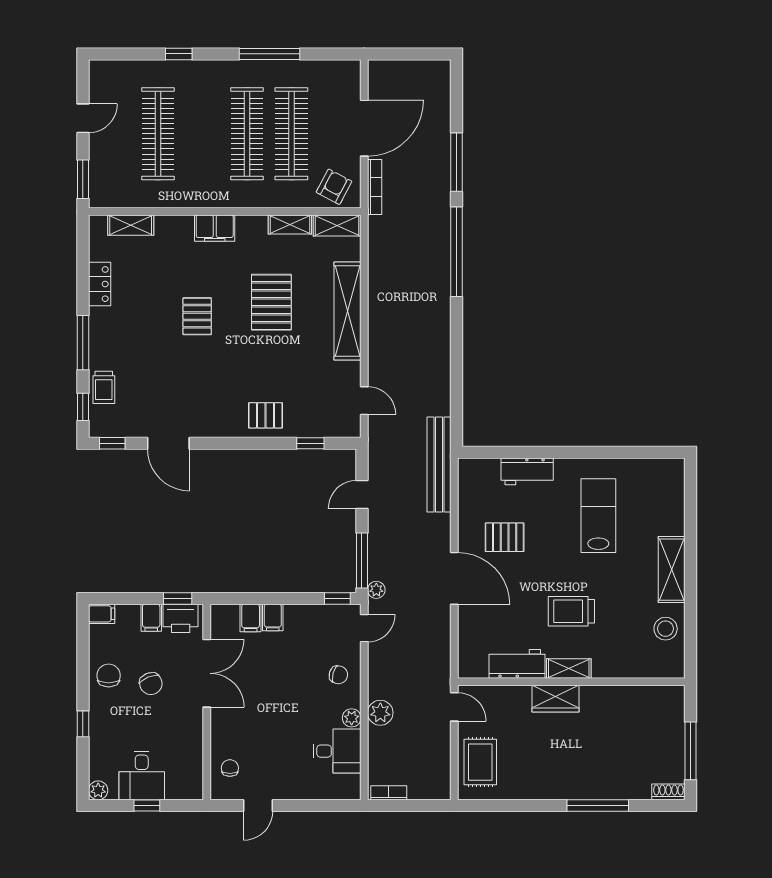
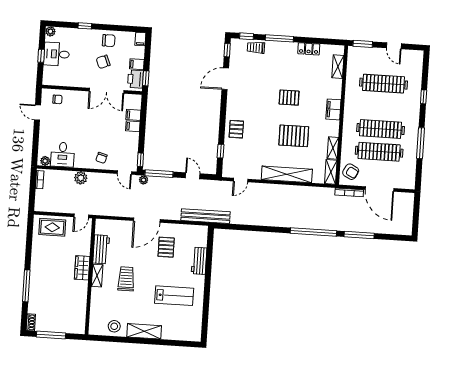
plant: (352, 718) -> (45, 161), moved

